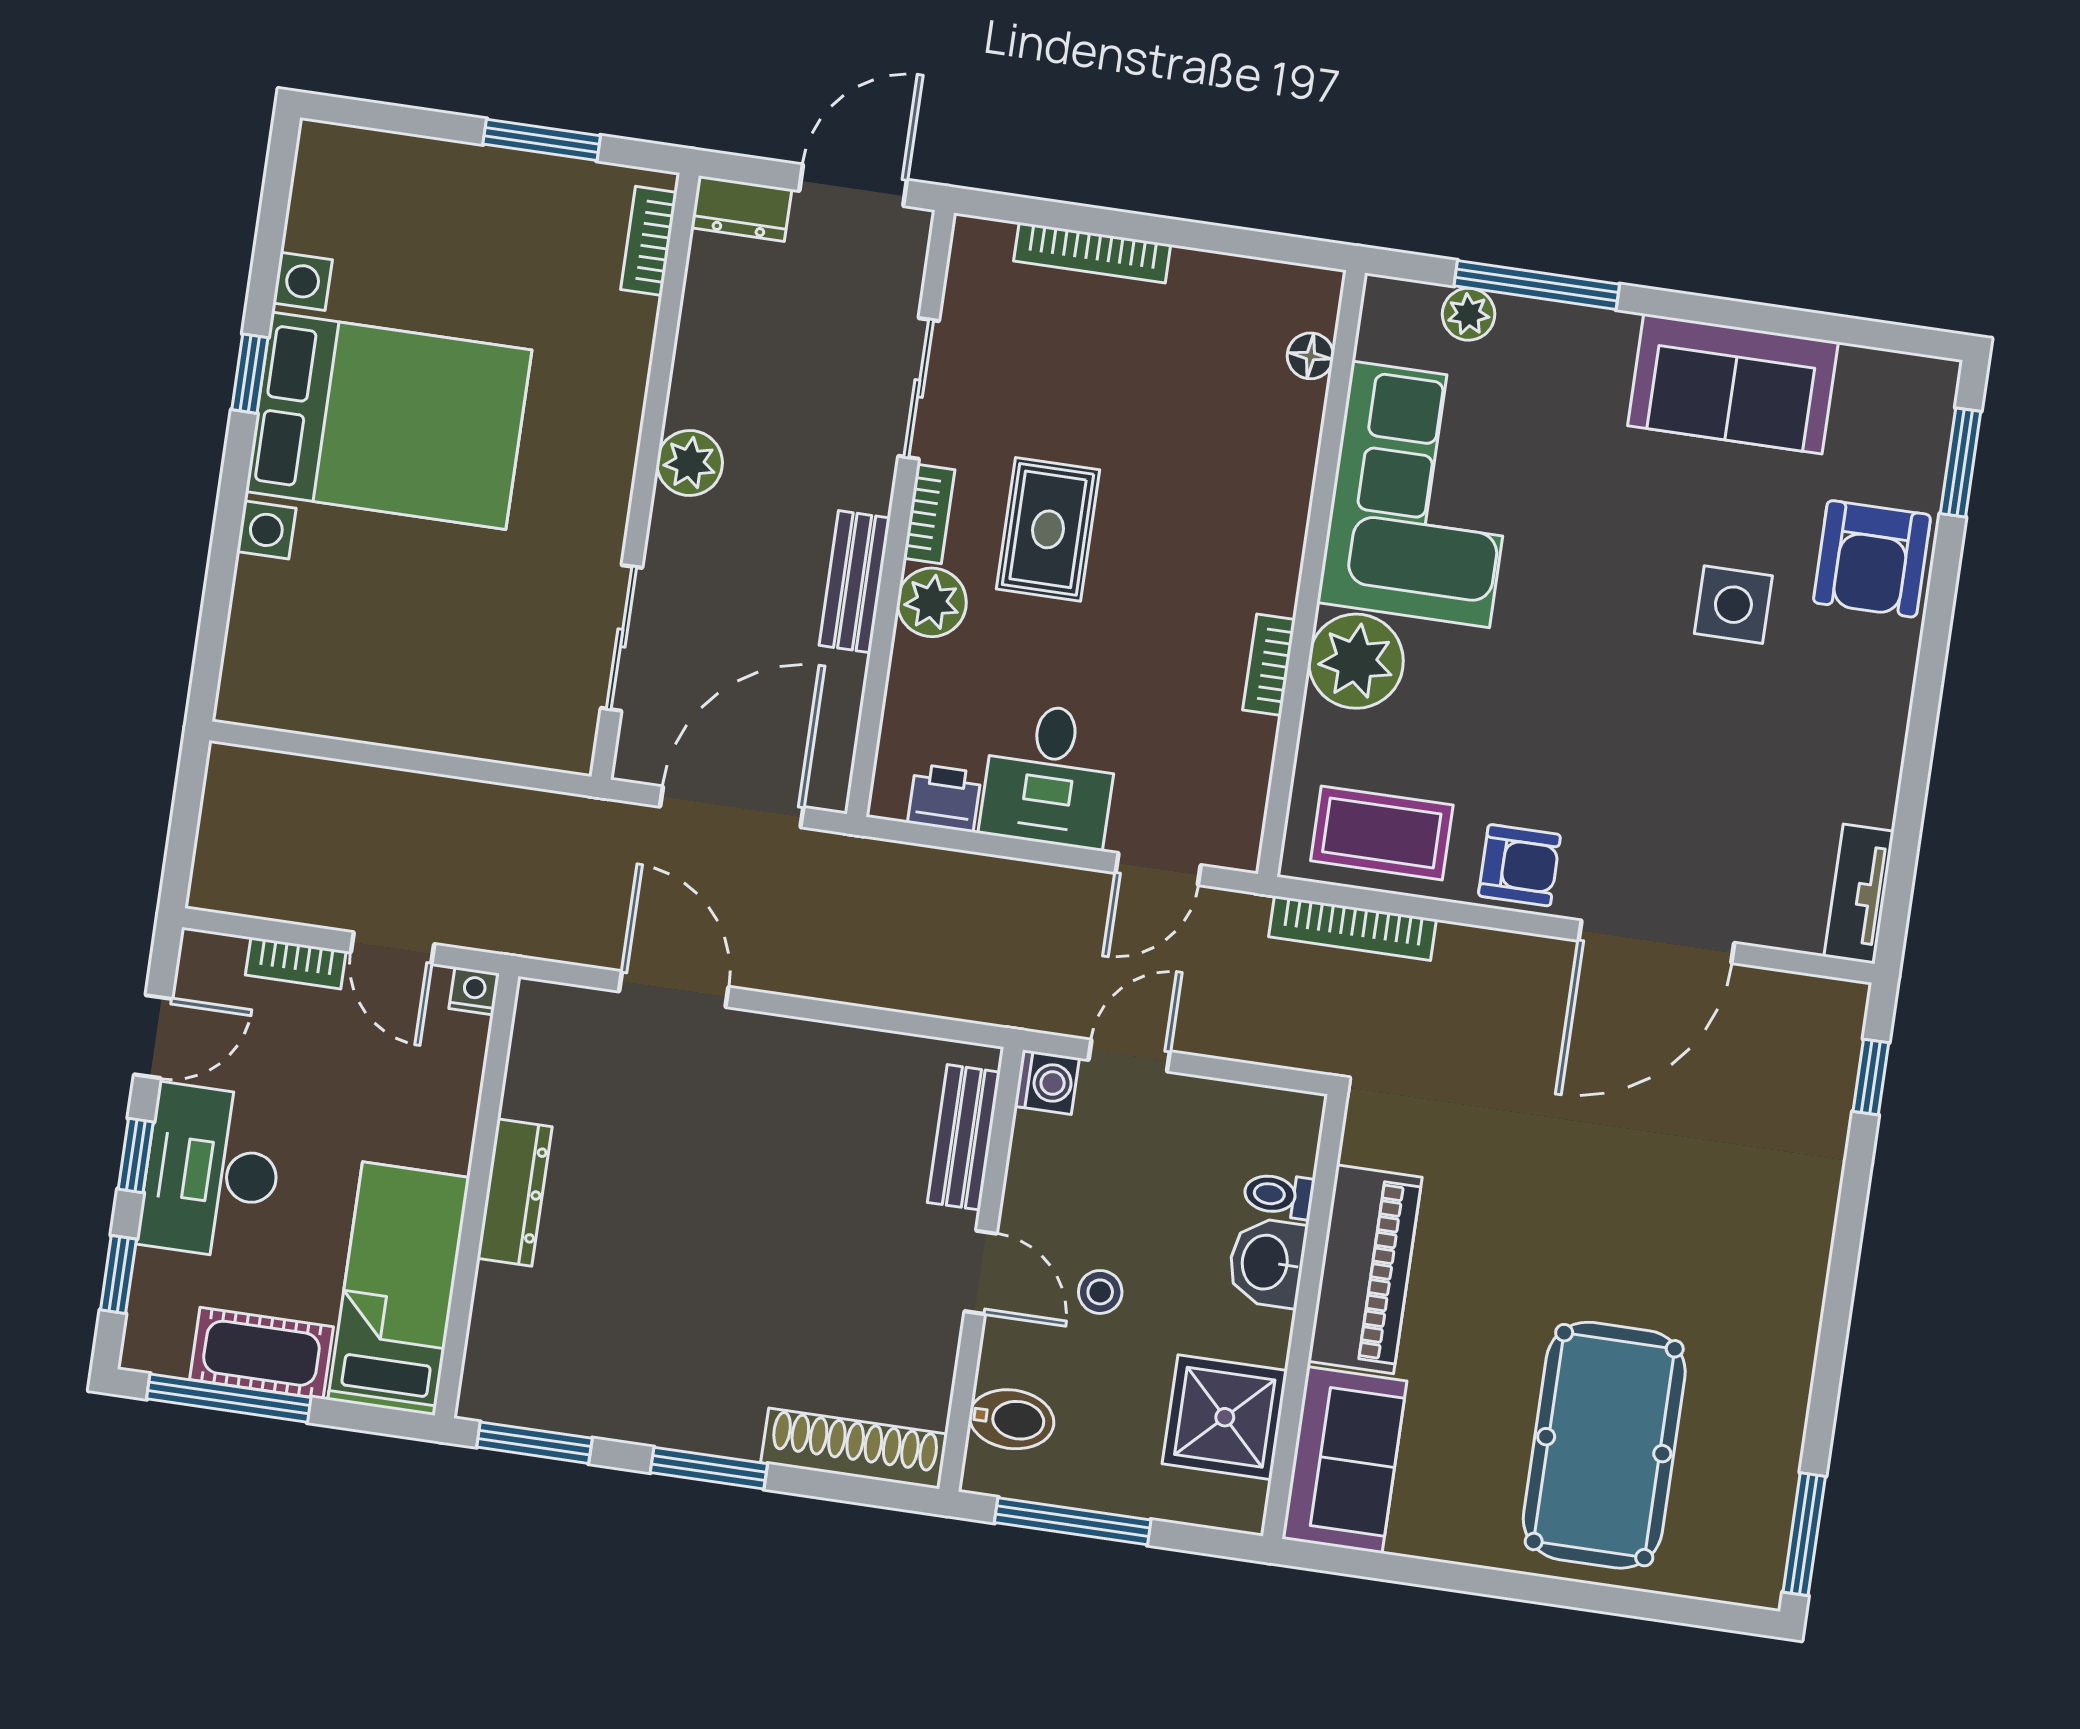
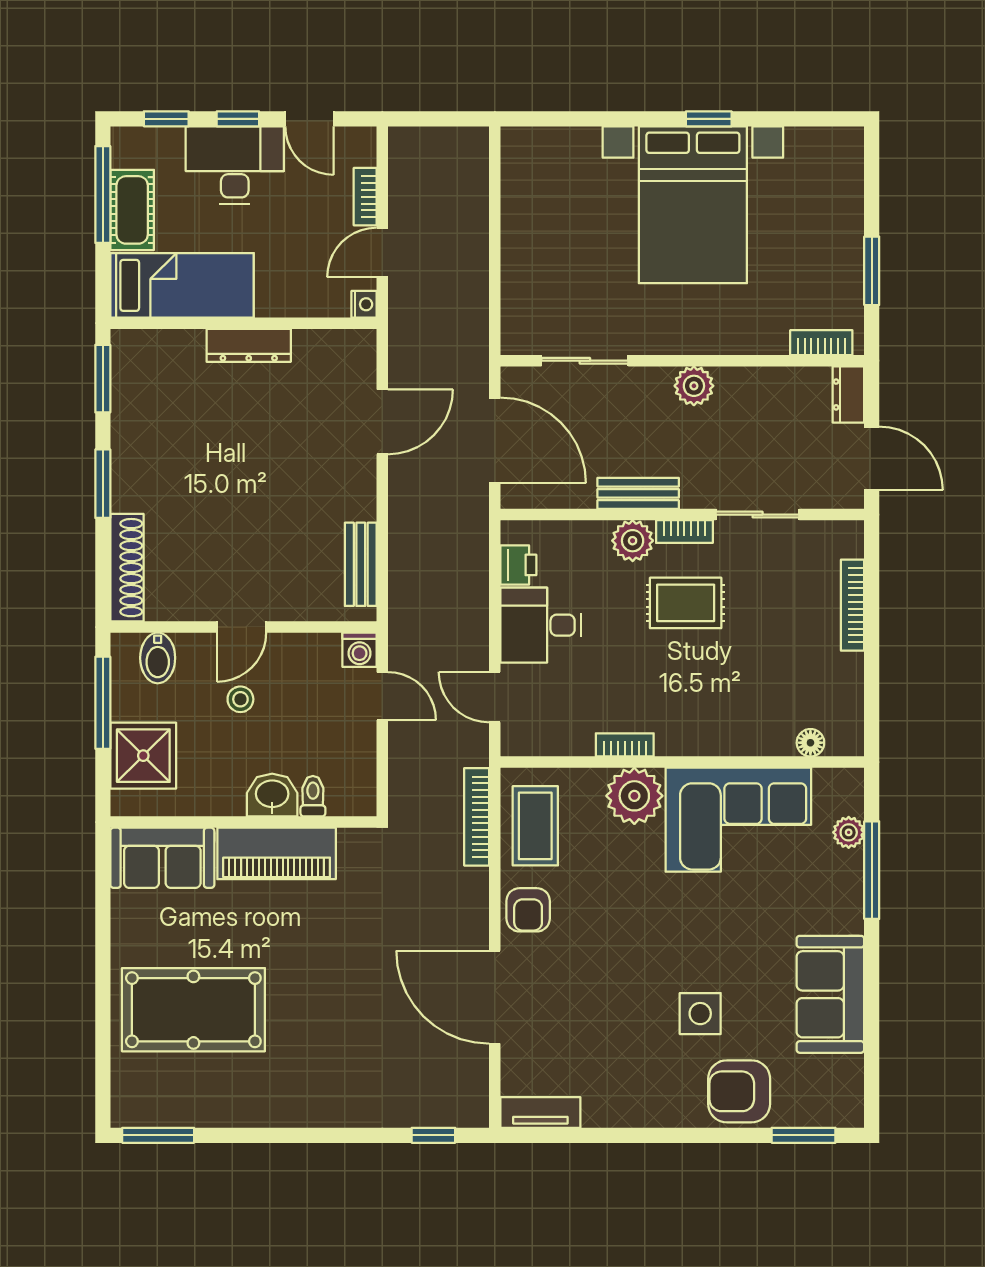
bench: (964, 1137) -> (361, 564), moved, turned 90
shower: (1225, 1417) -> (143, 756), moved

